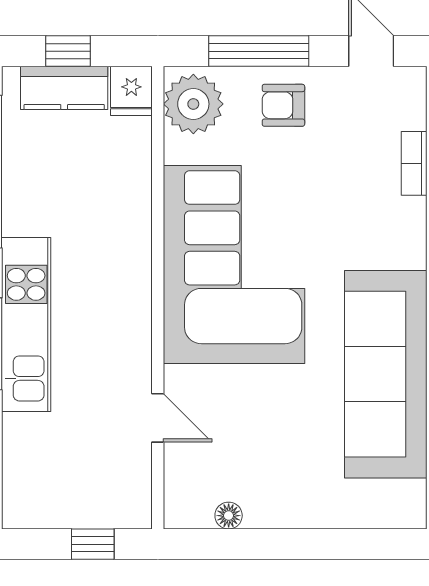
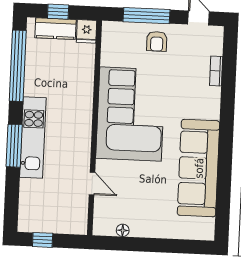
plant: (193, 104) -> (115, 39), removed
armchair: (283, 105) -> (157, 41), turned -90
window: (93, 544) -> (43, 240), moved

